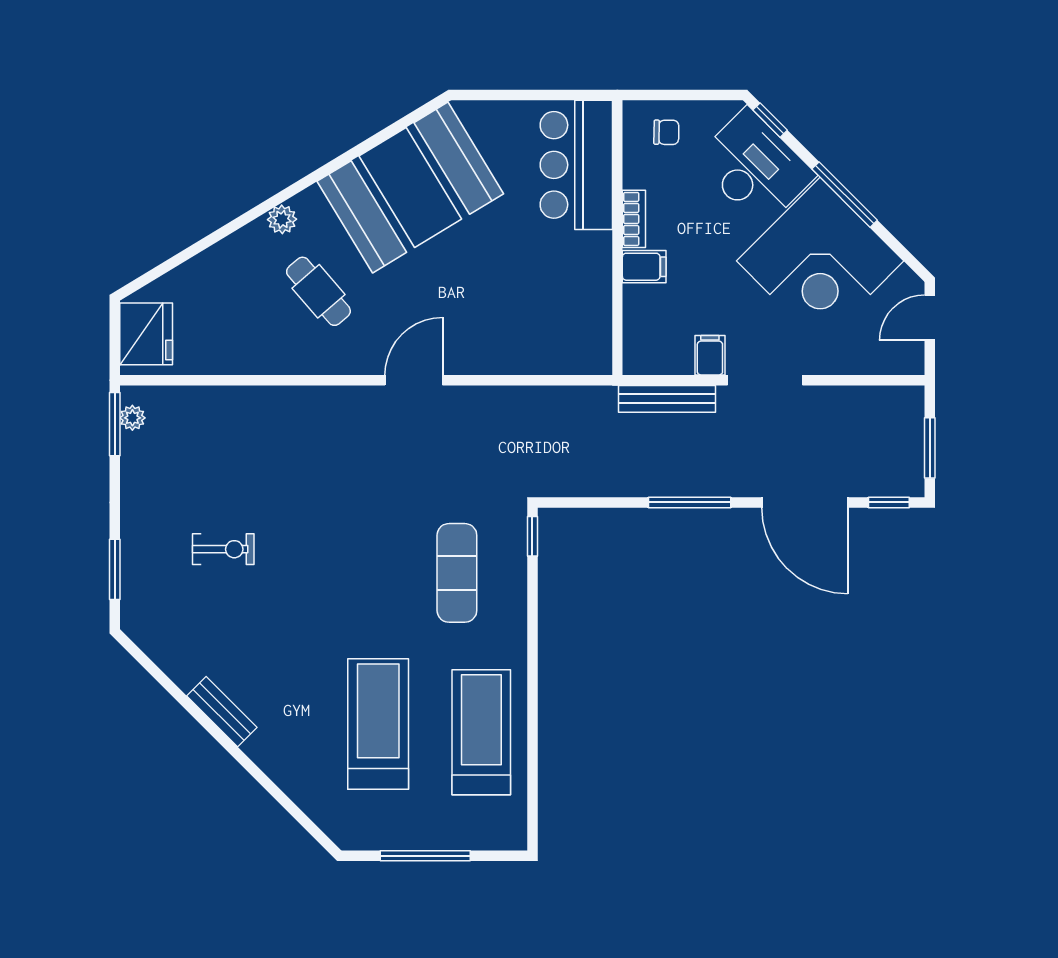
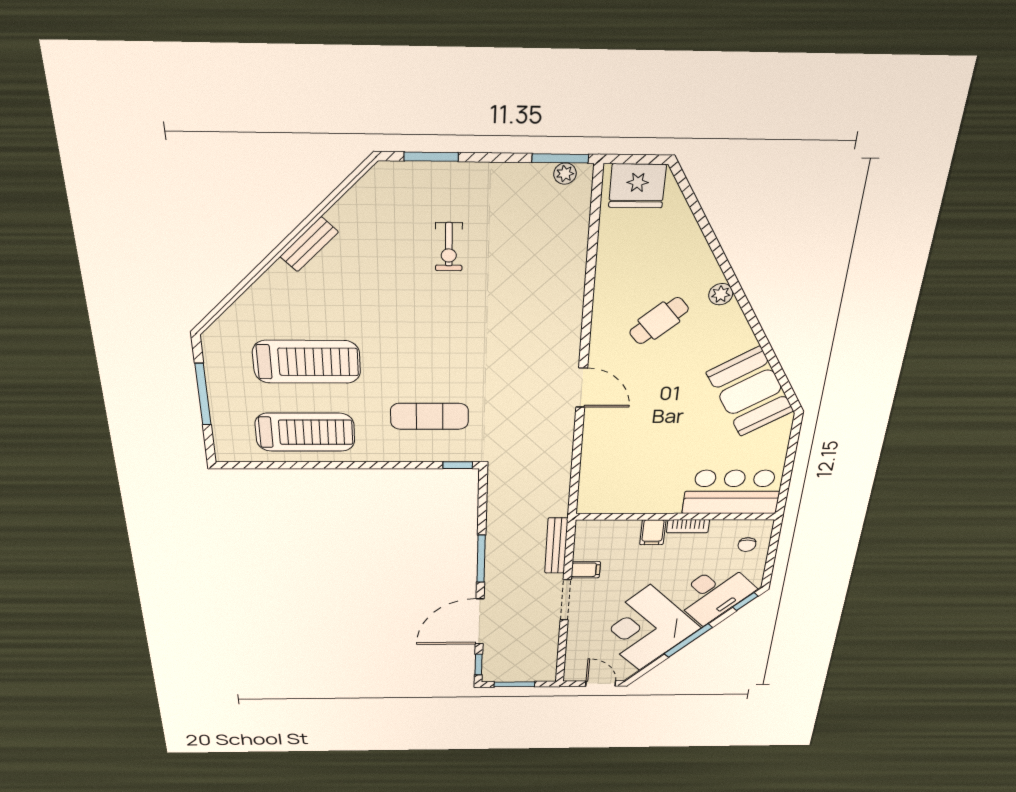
booth: (410, 187) -> (750, 392), width x0.73, depth x0.70

